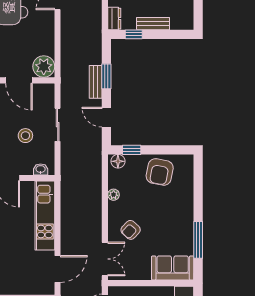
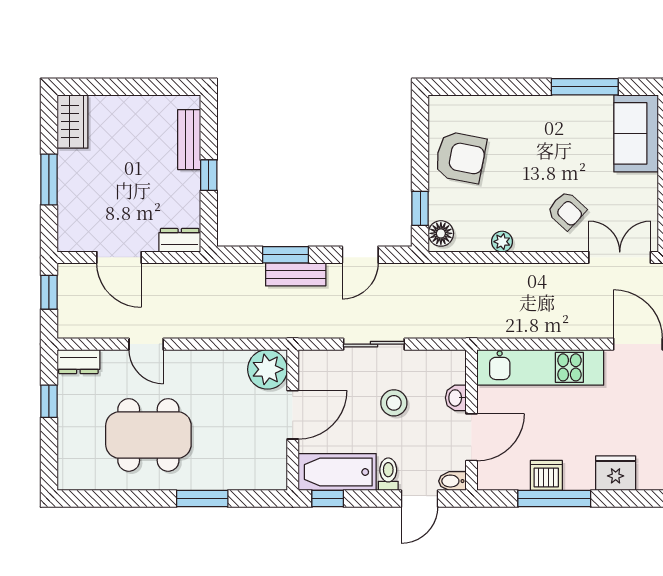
bench: (153, 24) -> (189, 140), moved
window: (134, 34) -> (209, 175), moved
washbasin: (41, 169) -> (456, 398), moved

